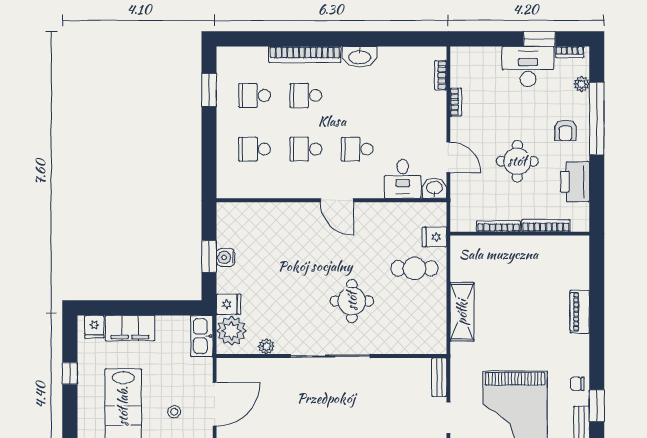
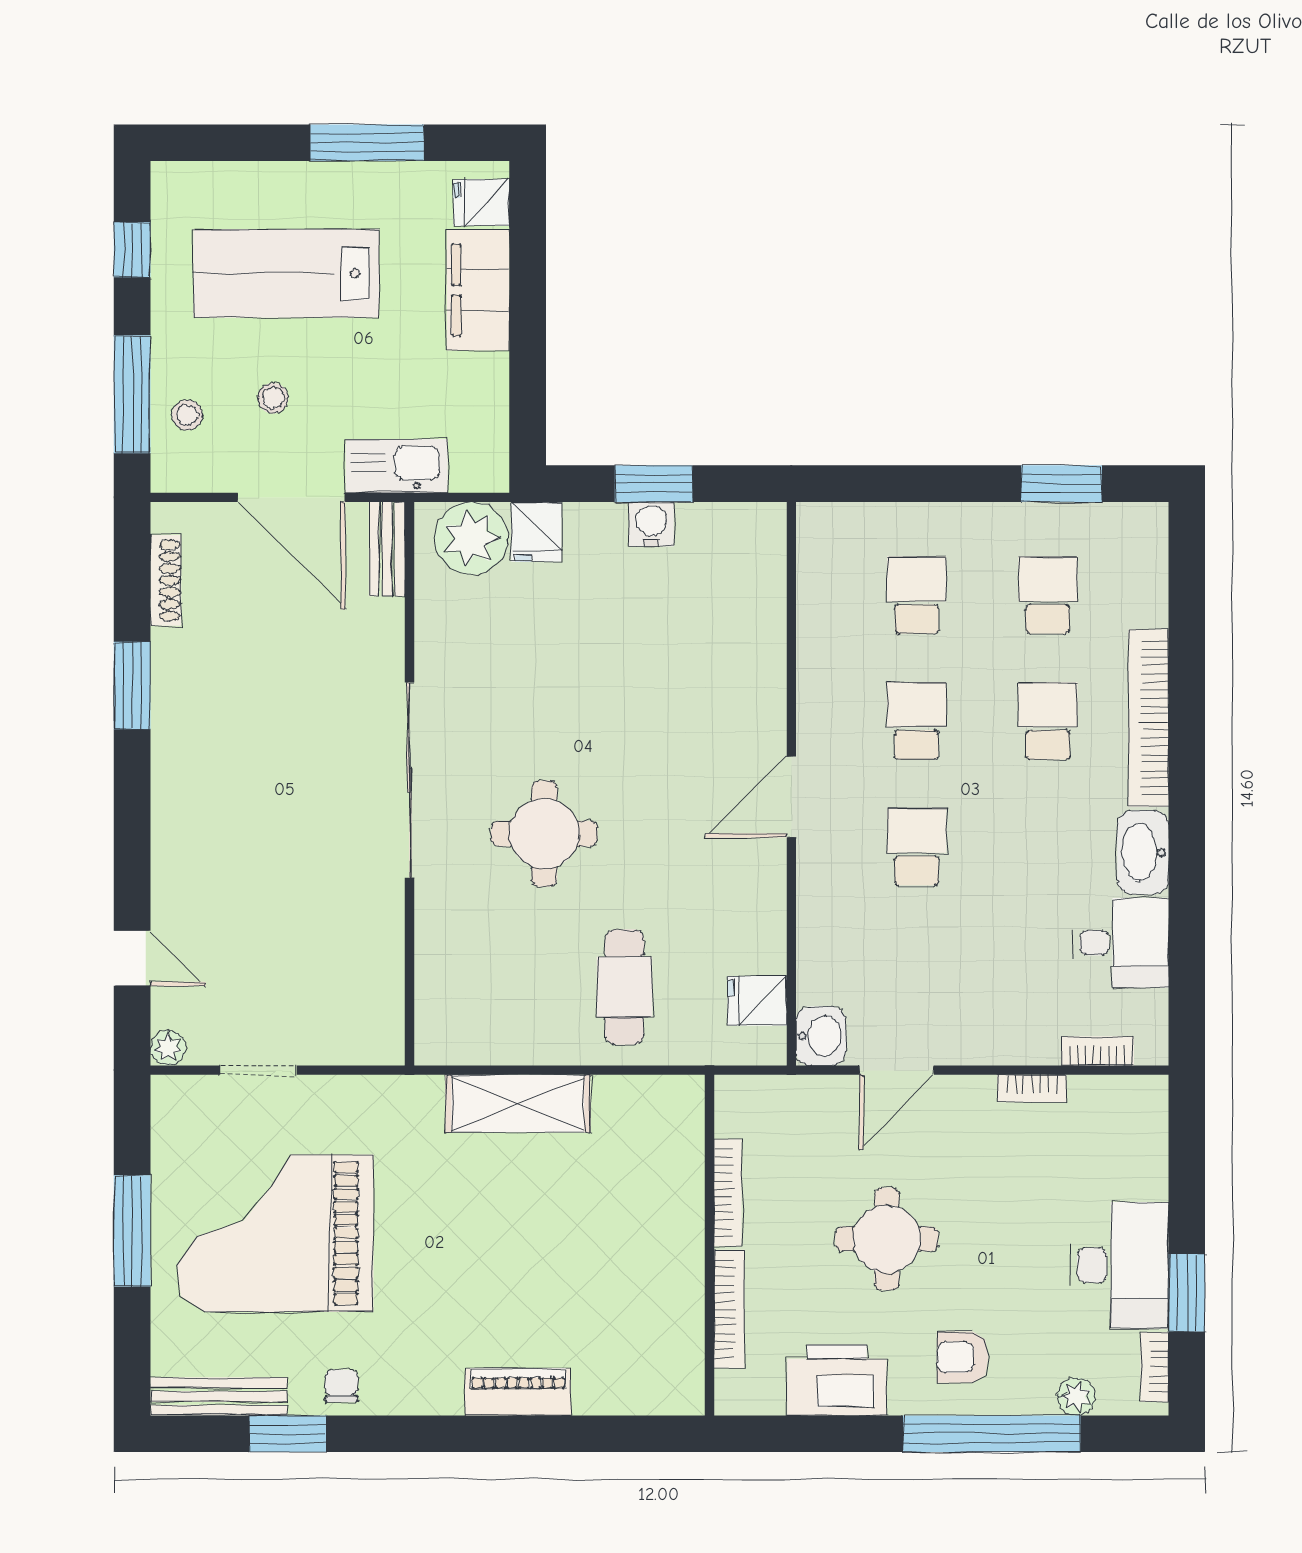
desk: (403, 179) -> (1120, 943), moved, turned 180
fridge: (434, 237) -> (757, 1001), moved, turned -90
kitchen sink: (202, 336) -> (397, 466), moved
plant: (266, 346) -> (433, 624), removed
window: (70, 373) -> (367, 143), width x2.17
bench: (439, 377) -> (387, 549), moved, turned 90

